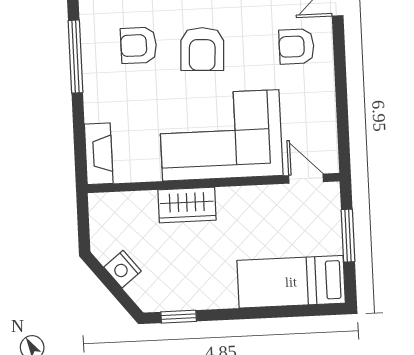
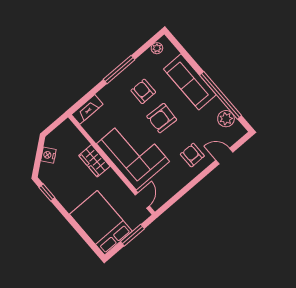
bed: (291, 282) -> (101, 223), width x1.50

